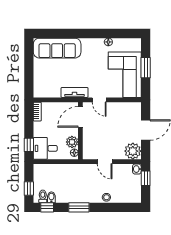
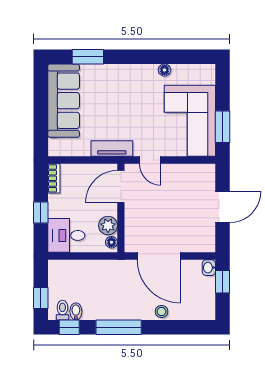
window: (59, 33) -> (88, 57), added
sofa: (57, 48) -> (64, 101), moved, turned -90
window: (146, 68) -> (222, 127), moved
window: (29, 145) -> (41, 212), moved
plant: (133, 151) -> (202, 240), removed
door: (105, 162) -> (159, 256), width x1.87
window: (79, 207) -> (119, 327), width x1.44

